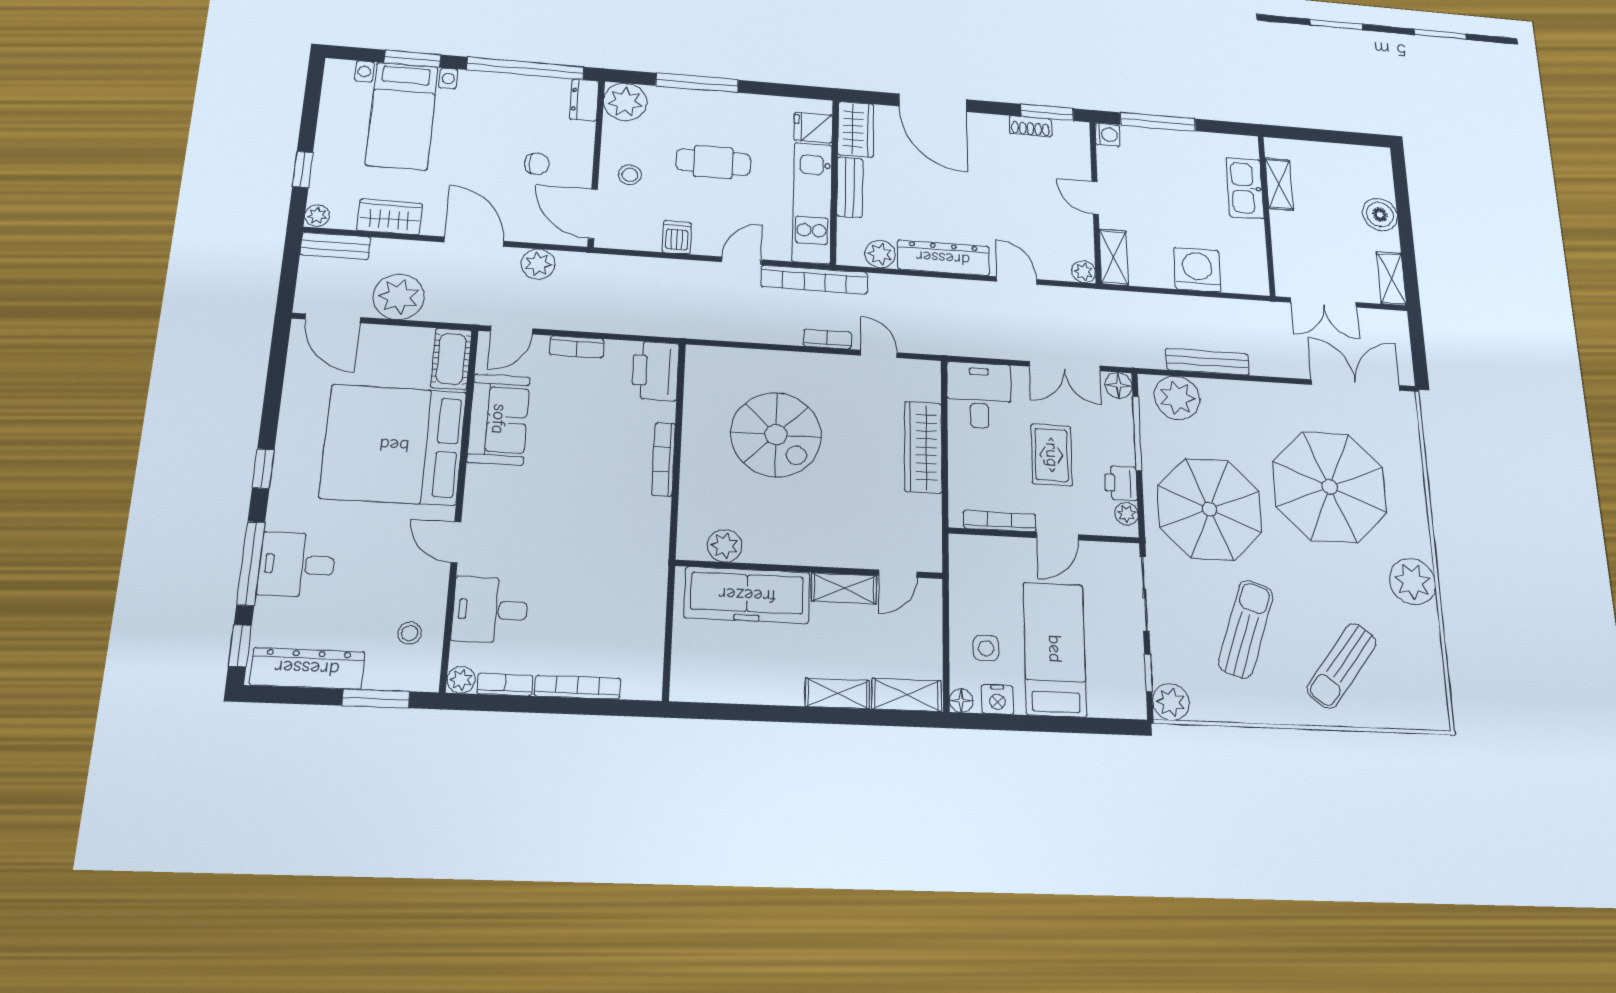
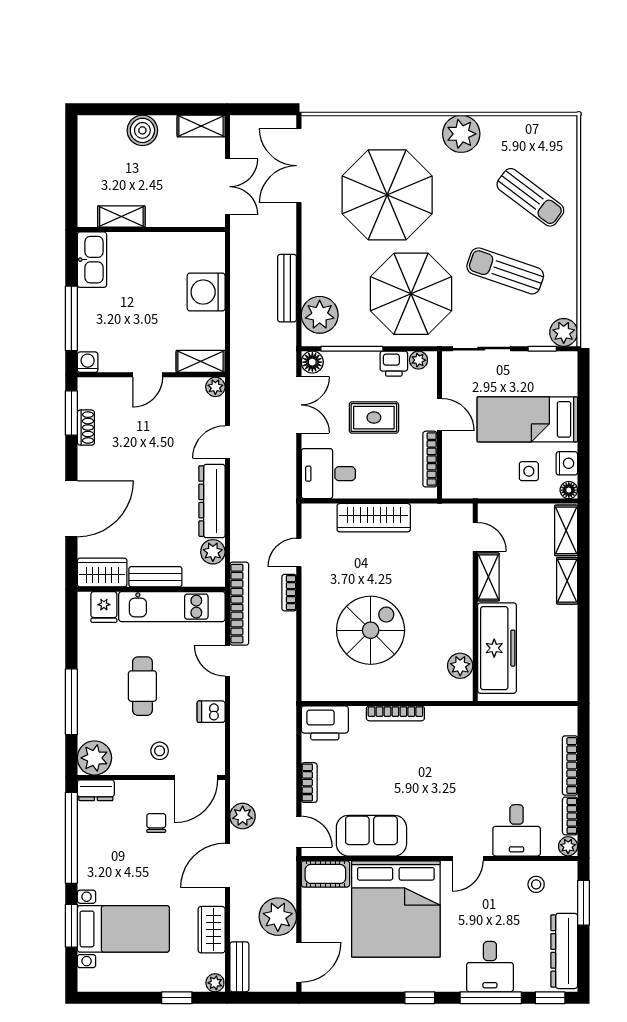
kitchen sink: (1245, 188) -> (92, 260), moved, turned -90

